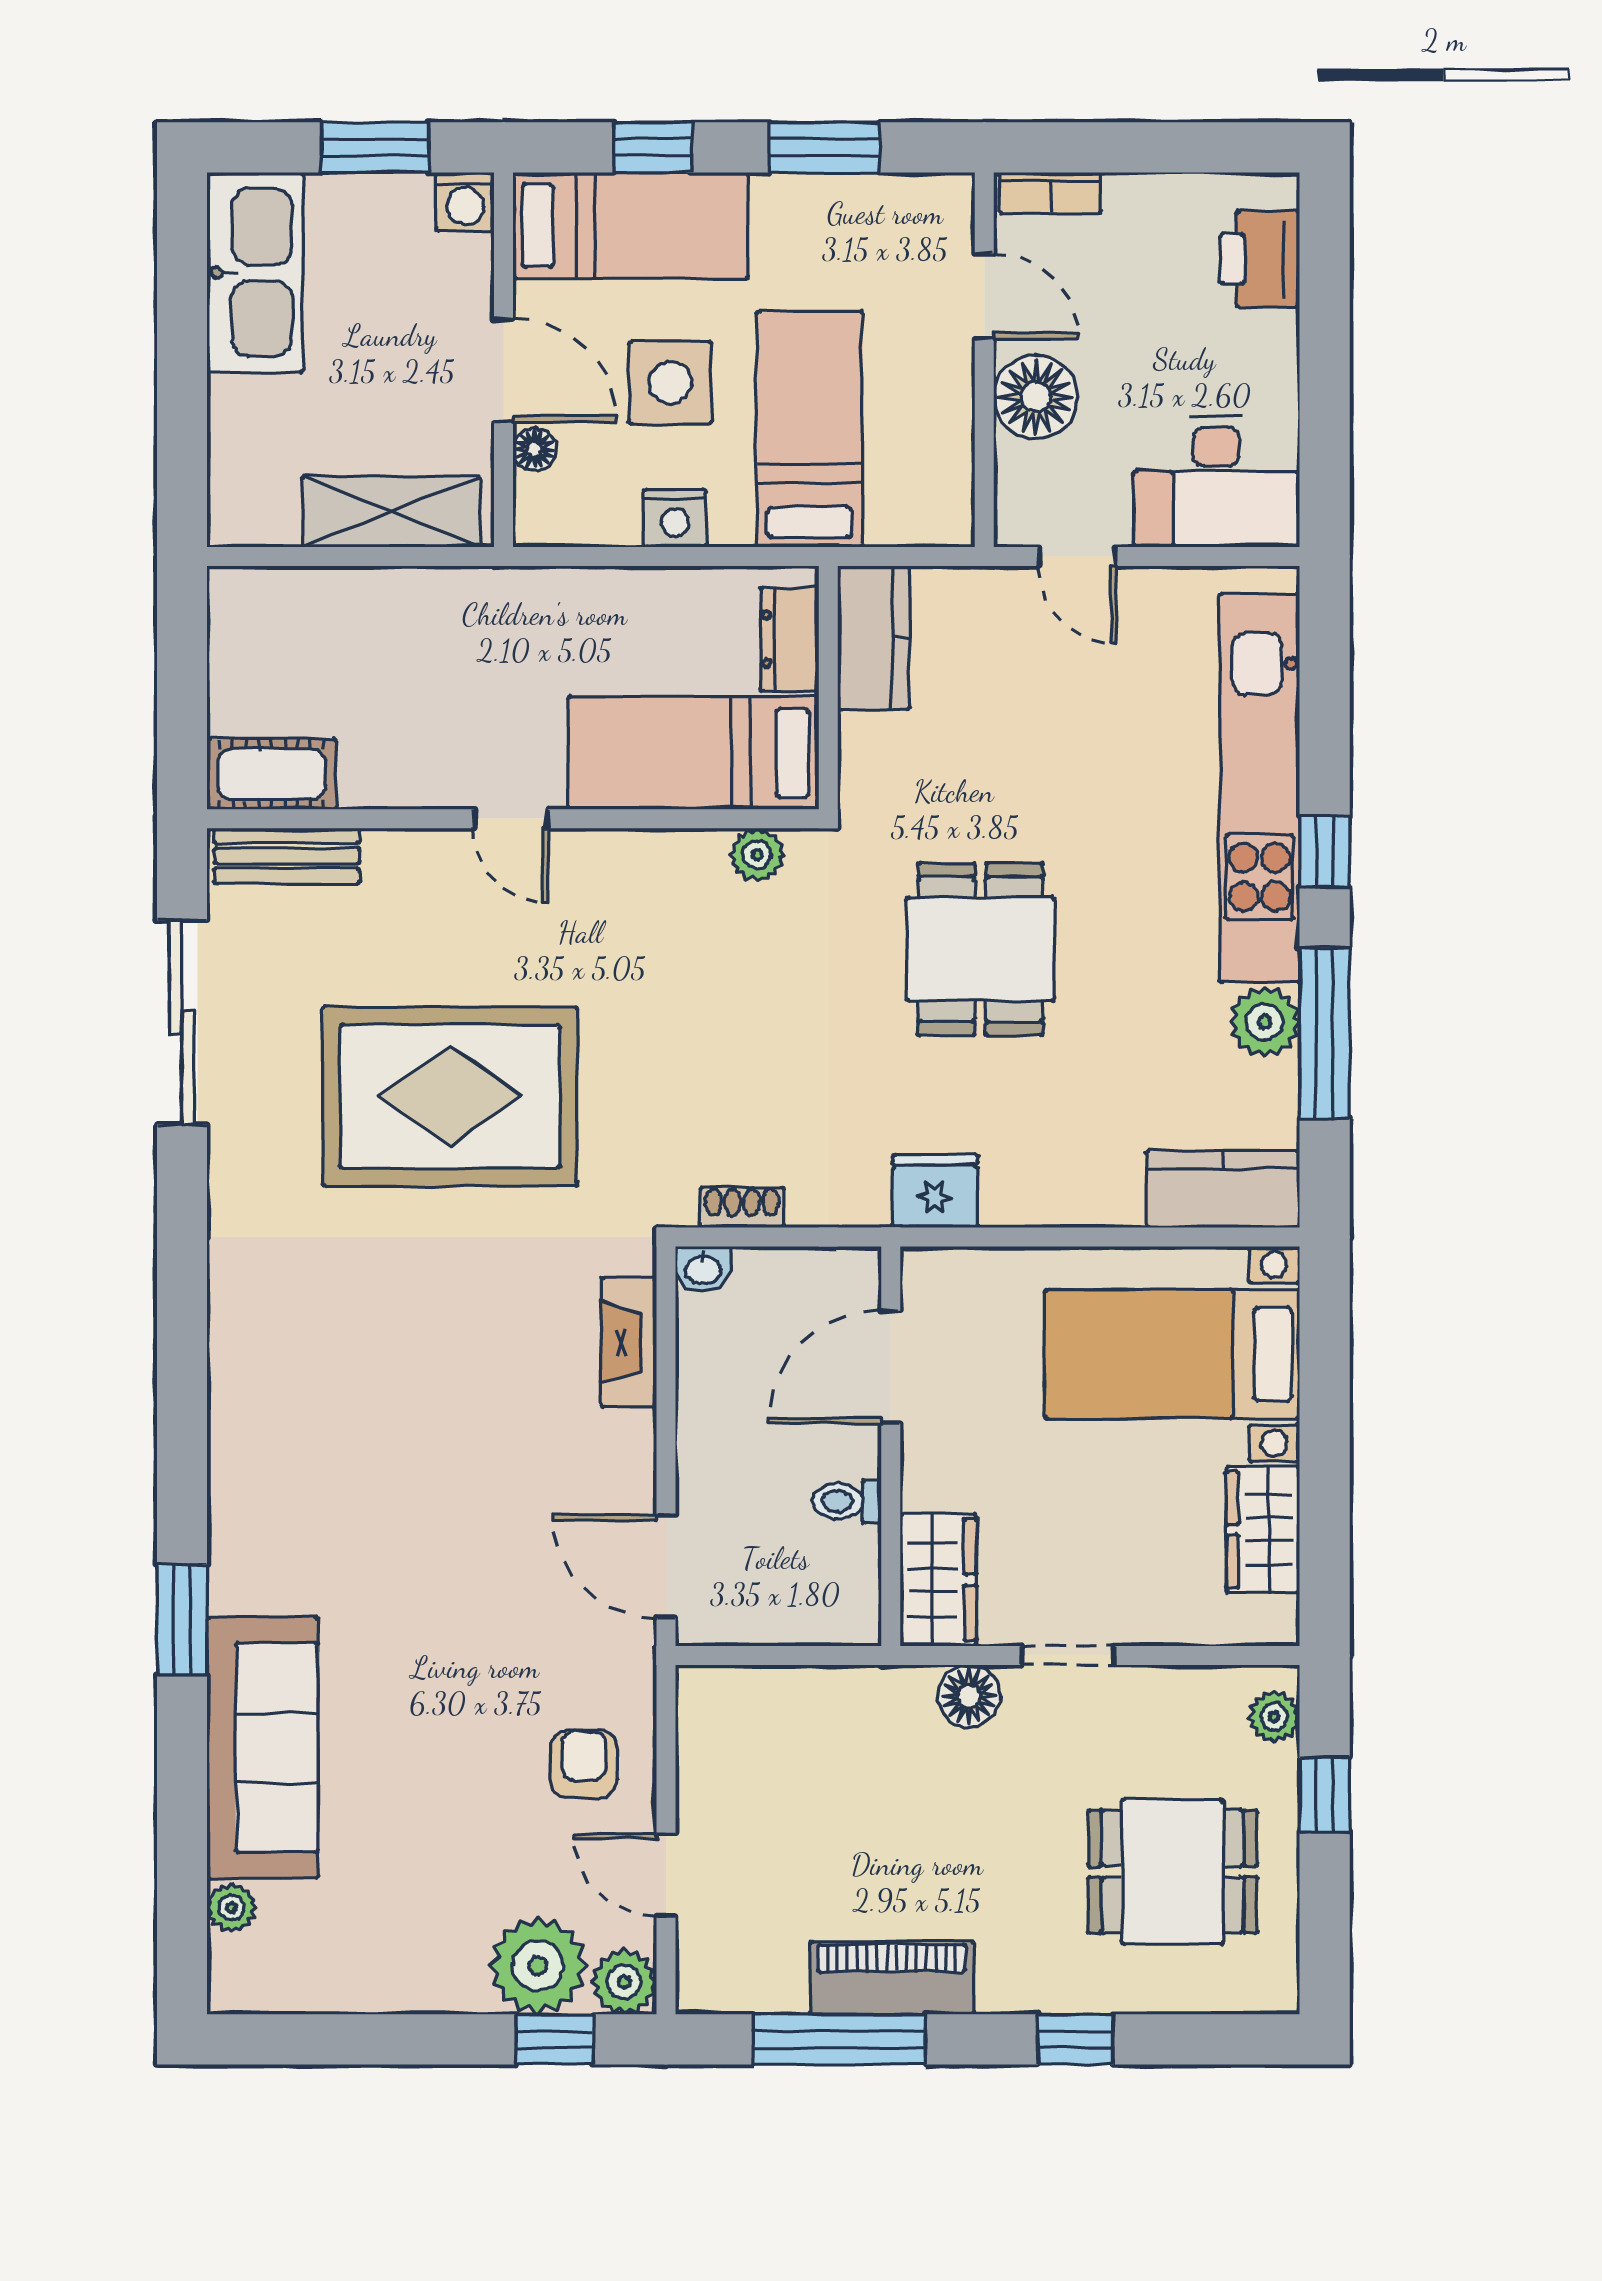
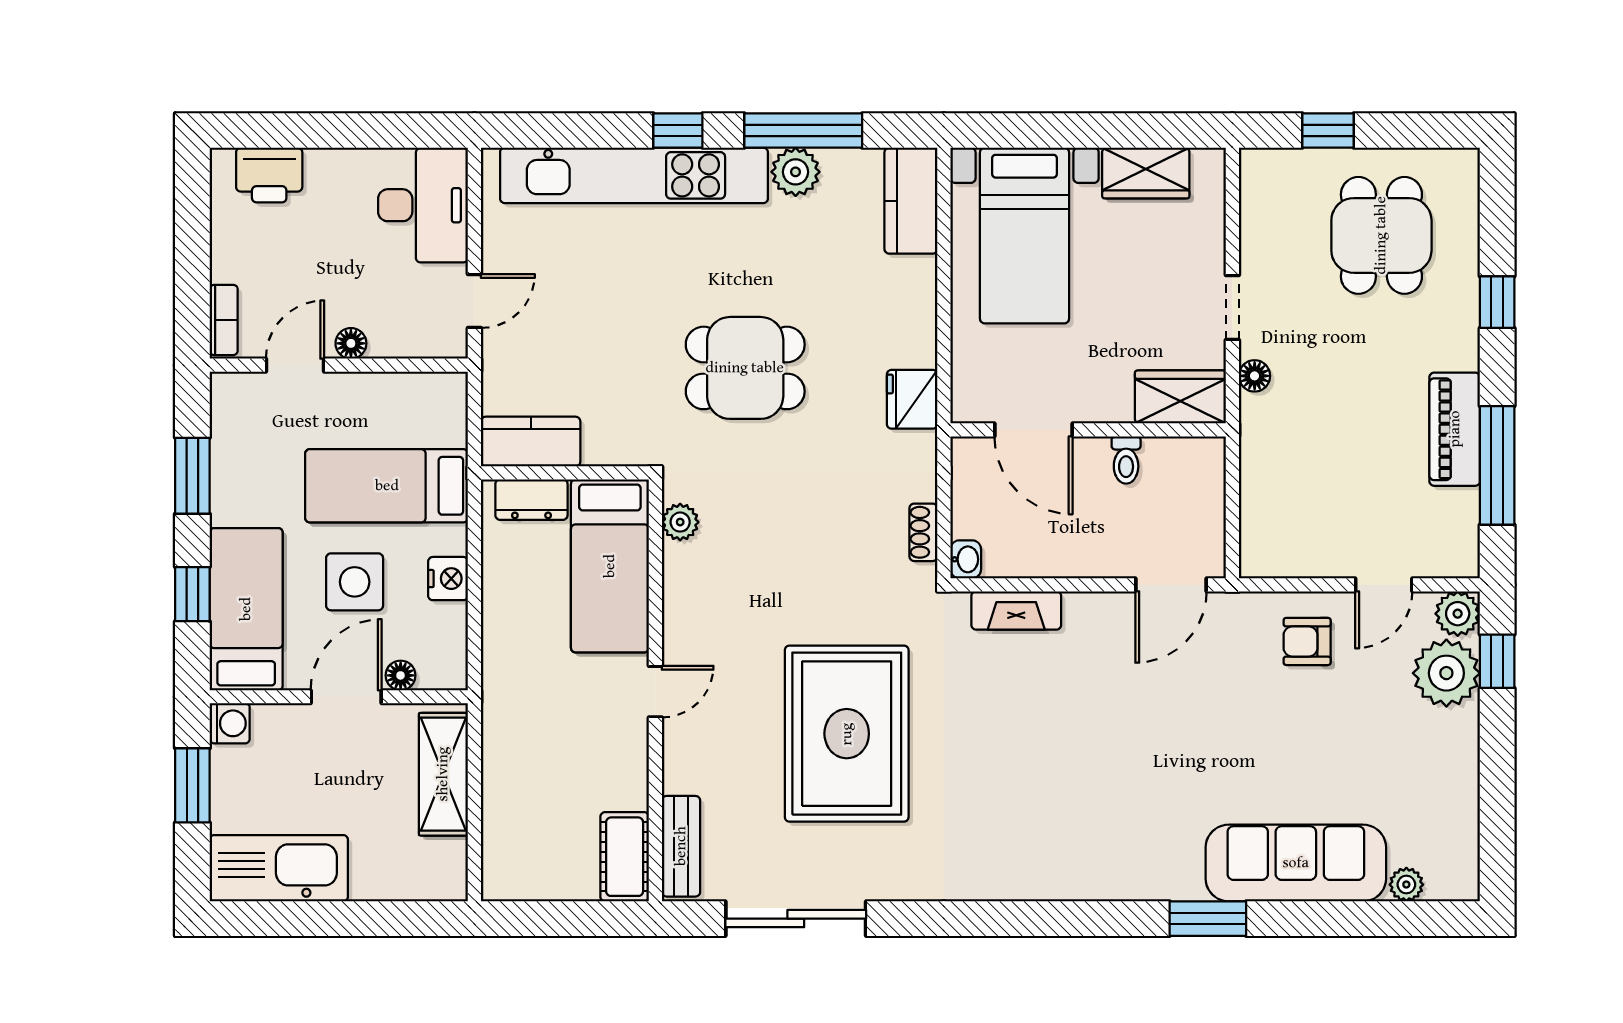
floor lamp: (1036, 397) -> (351, 343), width x0.53, depth x0.53
floor lamp: (969, 1696) -> (1255, 376), width x0.73, depth x0.73
plant: (1274, 1717) -> (1275, 165), removed

